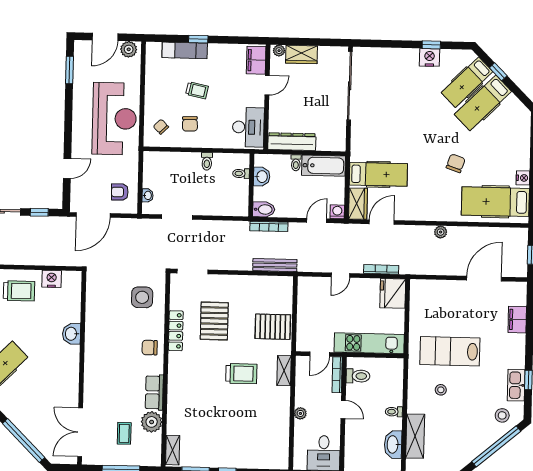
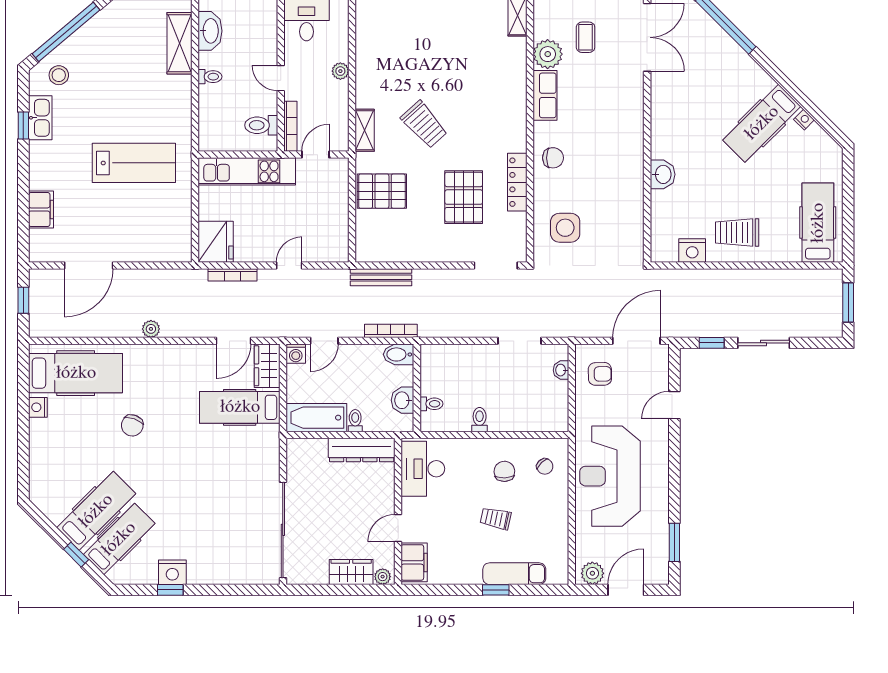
trolley: (241, 374) -> (424, 125), turned -132
stool: (441, 390) -> (145, 109), removed

